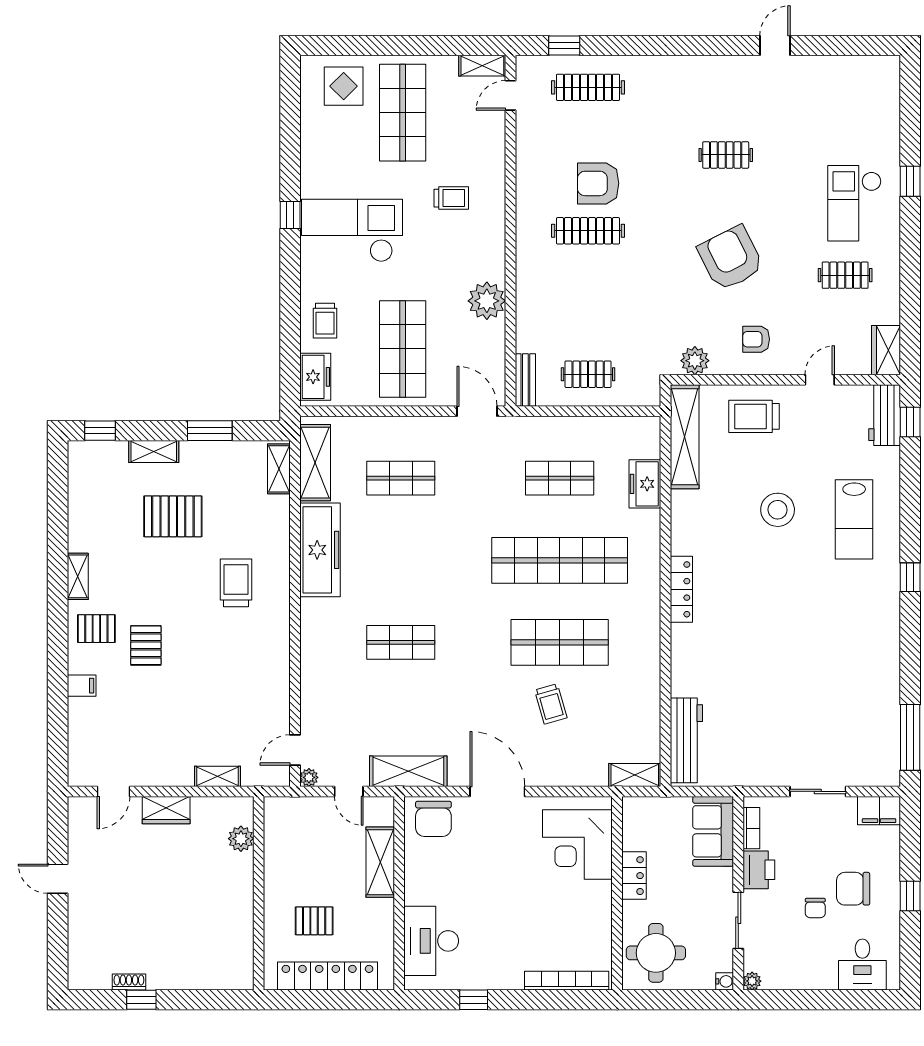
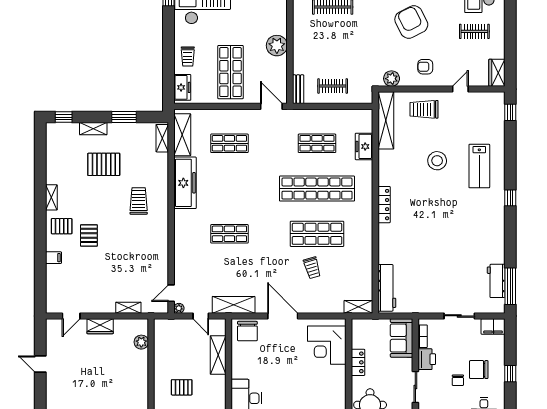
workbench: (885, 415) -> (496, 281), moved

